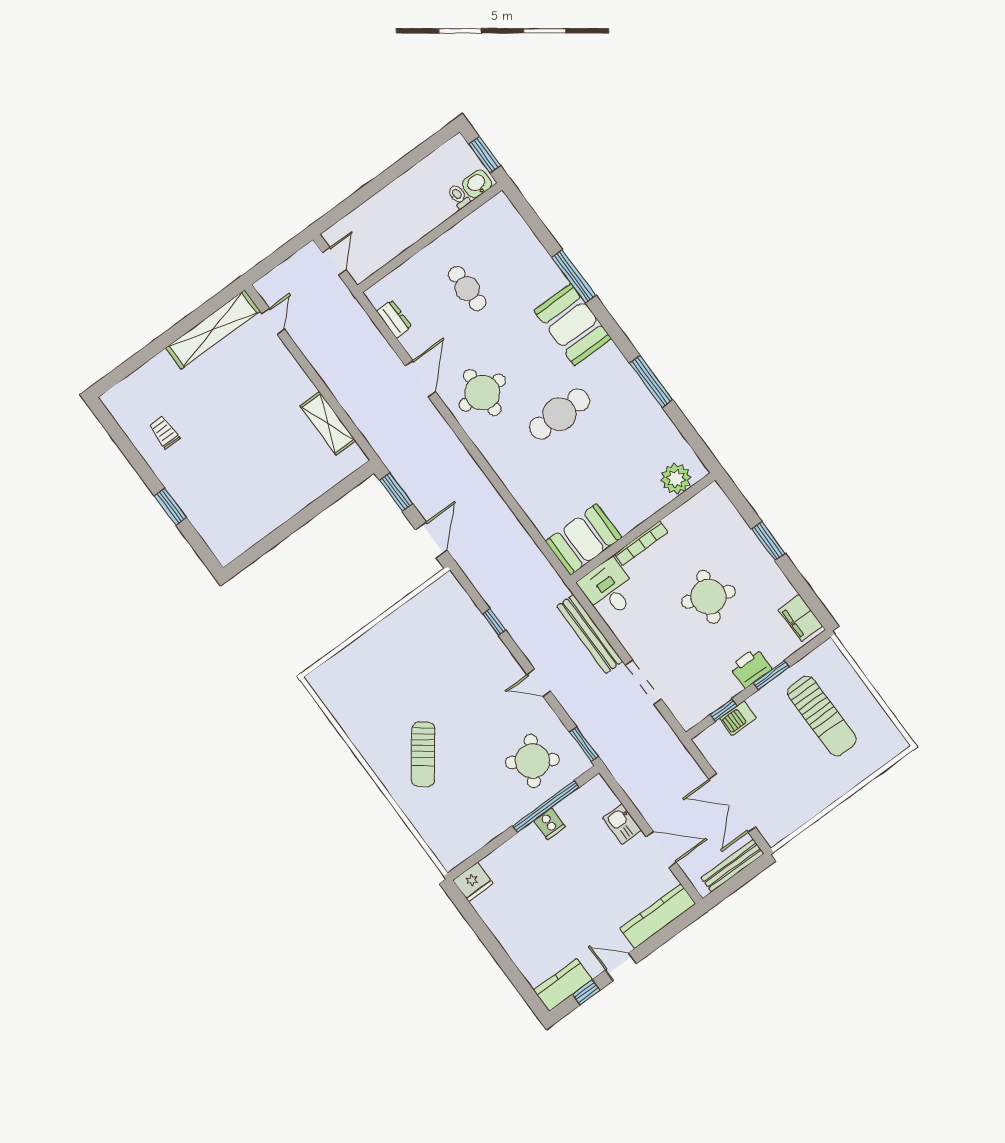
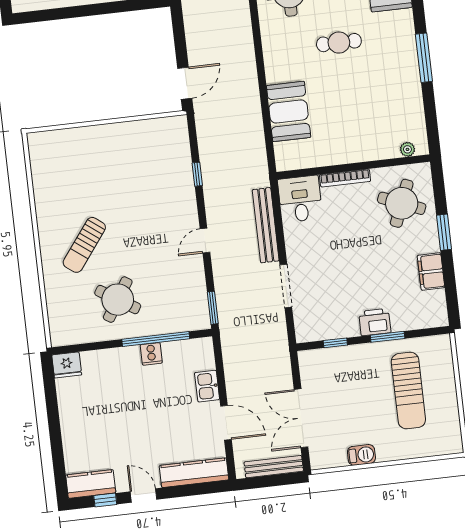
cafe table: (559, 414) -> (339, 43), width x0.73, depth x0.74
plant: (676, 479) -> (407, 149), width x0.53, depth x0.53
window: (396, 492) -> (179, 31), removed
booth: (584, 539) -> (289, 111), moved, turned 90
round table: (708, 597) -> (402, 203), moved
filing cabinet: (800, 618) -> (431, 272), moved
door: (539, 683) -> (205, 241), hinge flipped
barbecue: (738, 718) -> (361, 455), moved, turned 180
round table: (532, 761) -> (118, 300), moved

